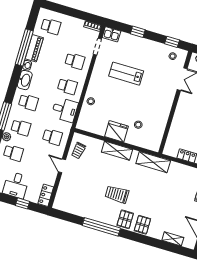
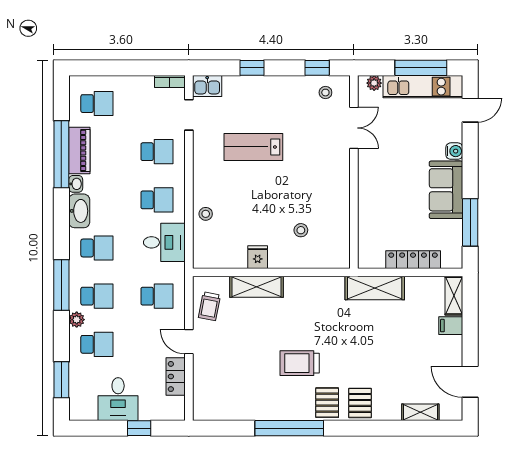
fridge: (116, 131) -> (258, 257), width x0.53, depth x0.75
shelving: (117, 151) -> (257, 287), moved
shelving: (153, 162) -> (375, 288), moved
locker: (46, 195) -> (176, 376), moved

